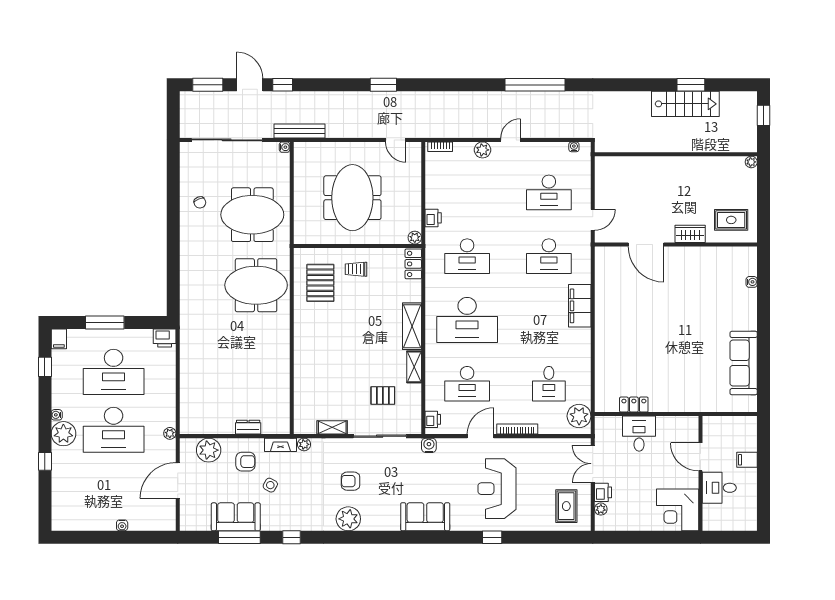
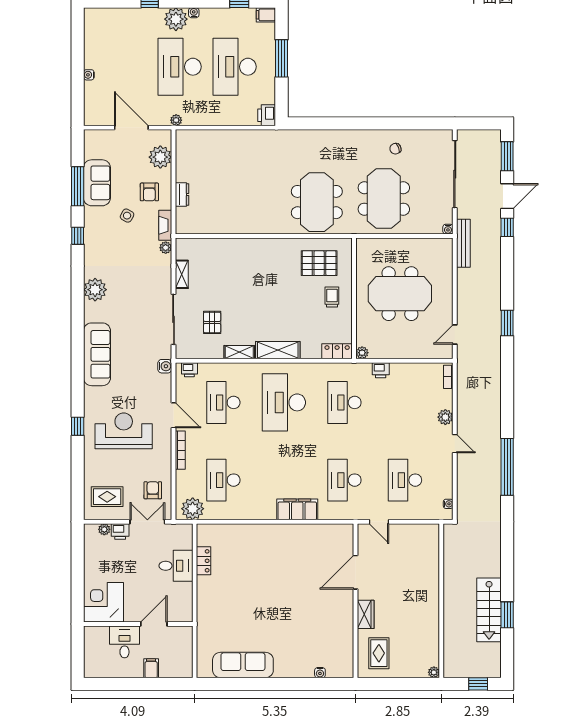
desk: (549, 384) -> (223, 480), width x1.37
armchair: (351, 481) -> (153, 490), moved
sofa: (425, 517) -> (97, 354), width x1.36

